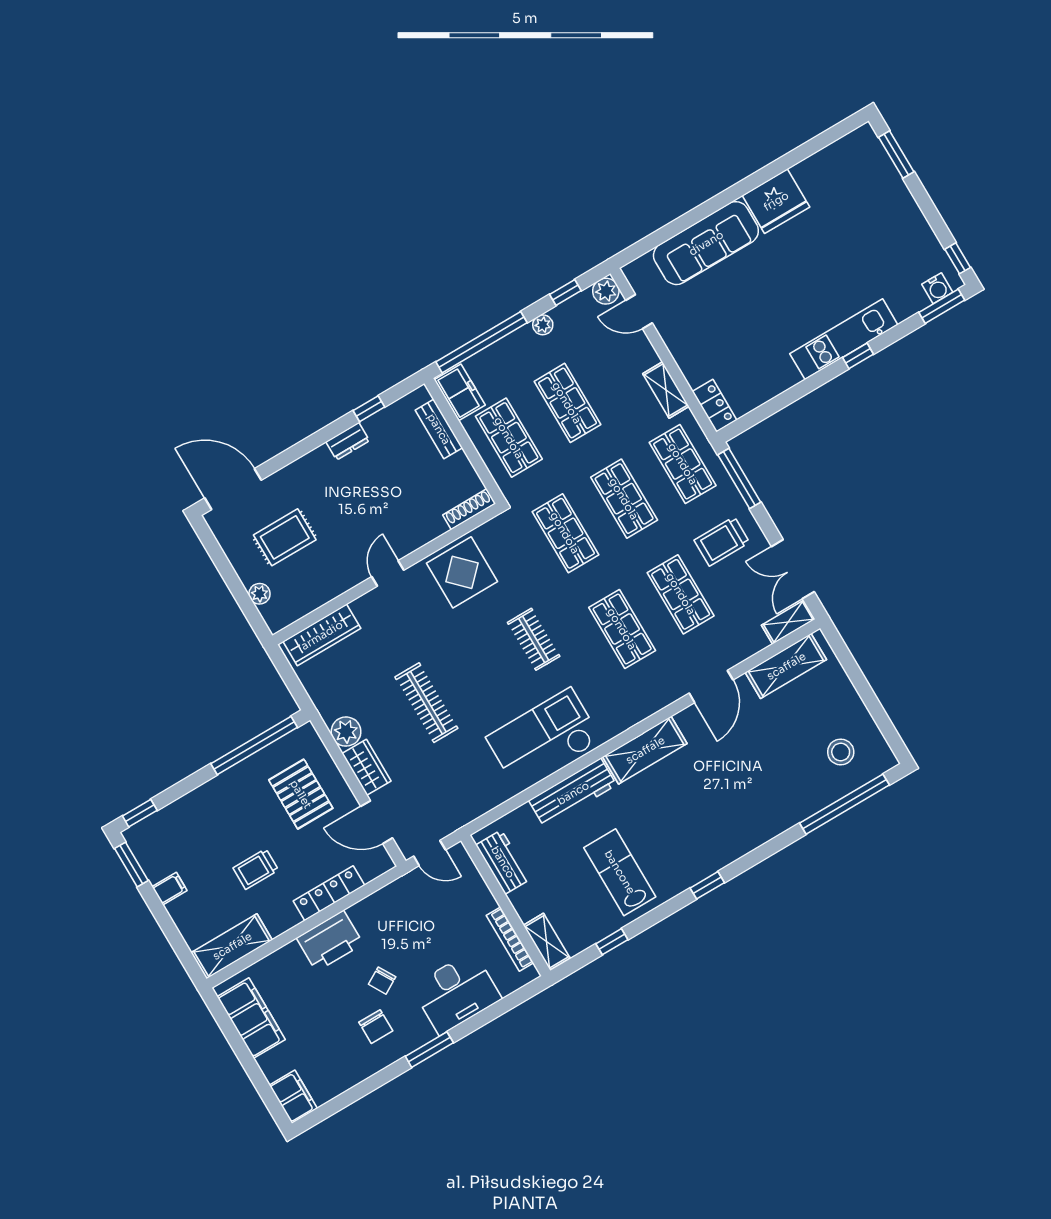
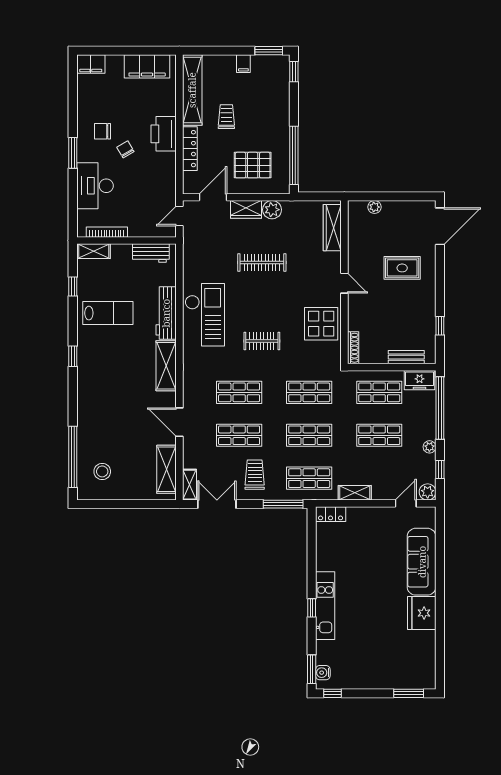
dresser: (348, 441) -> (429, 304), removed
rug: (285, 537) -> (402, 268), moved, turned 90
shelving: (232, 946) -> (192, 90), width x1.47

